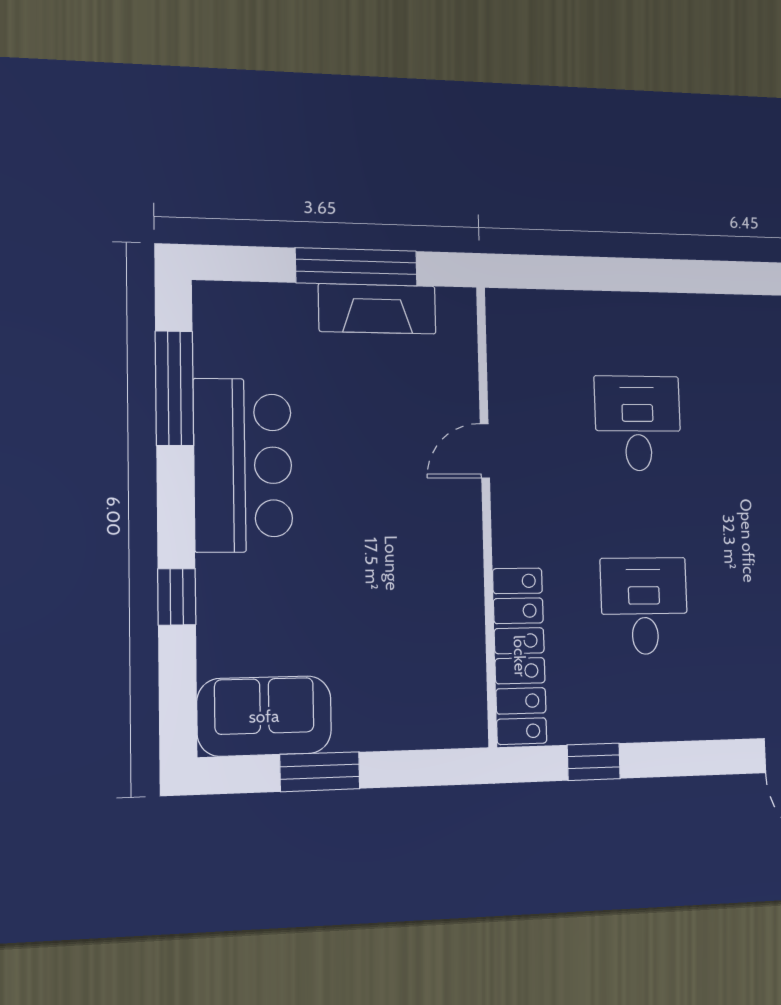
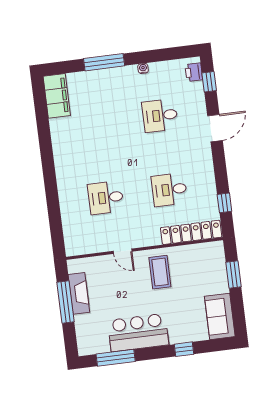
coffee table: (415, 552) -> (160, 272), added
window: (320, 772) -> (233, 274), moved

